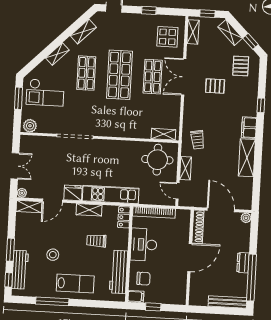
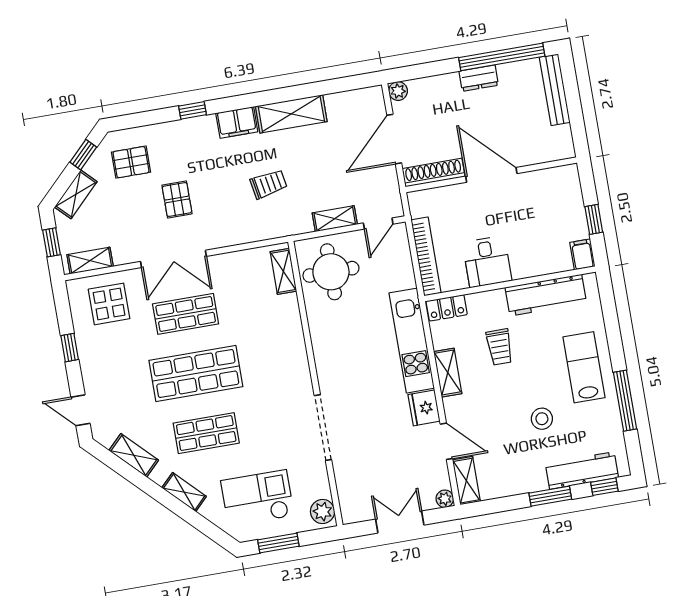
checkout: (45, 92) -> (257, 498), turned -90
trolley: (198, 140) -> (269, 184), moved
desk: (144, 245) -> (487, 262), width x0.73
chair: (144, 279) -> (547, 248), removed

